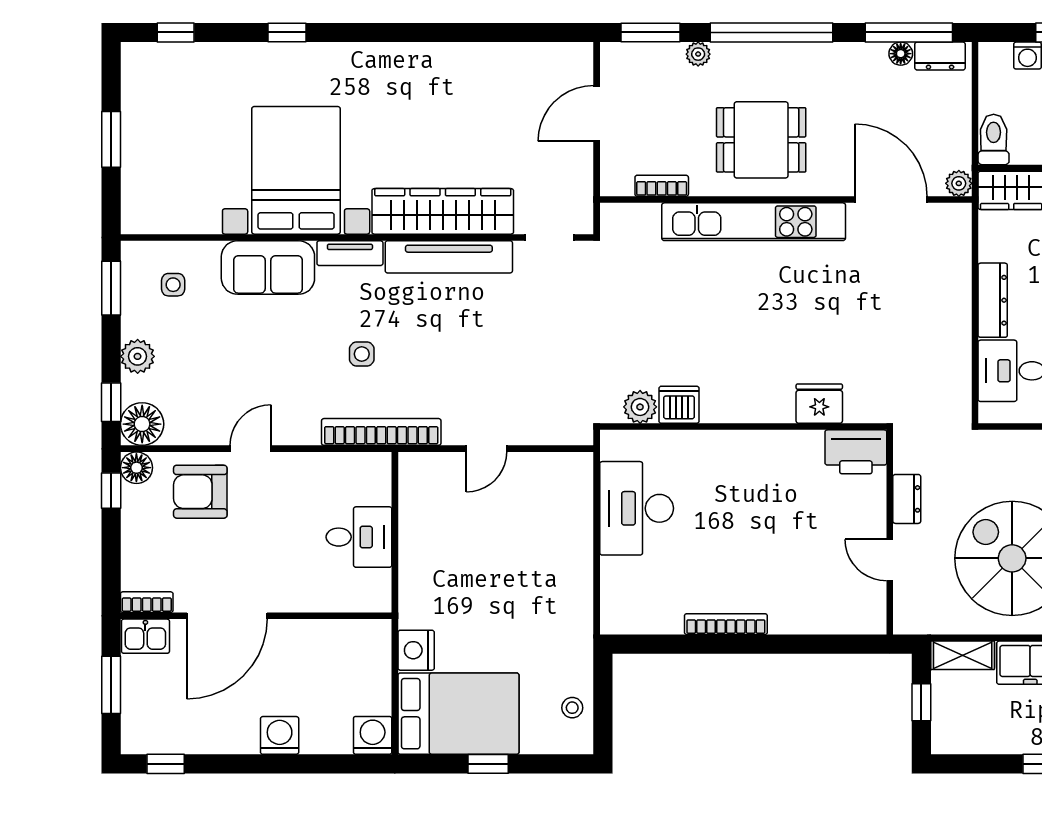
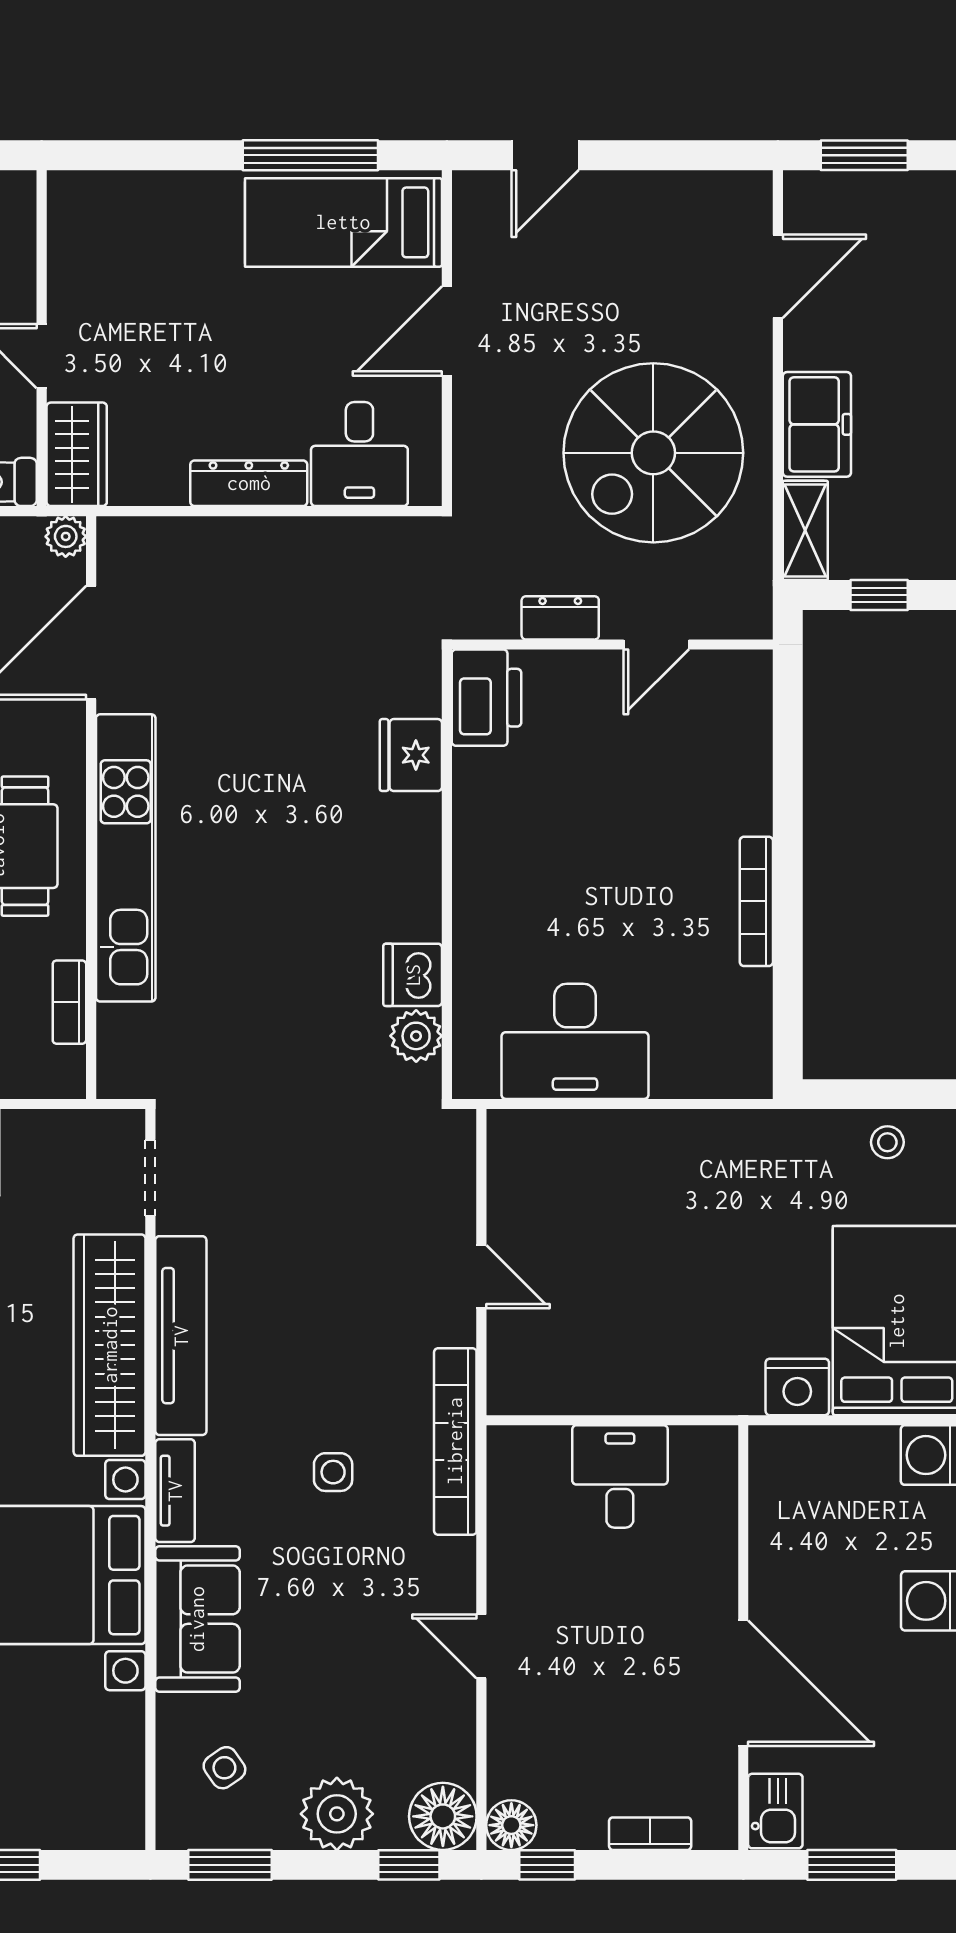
side table: (173, 285) -> (224, 1768), turned -35
plant: (138, 356) -> (337, 1814), width x1.36, depth x1.36
armchair: (200, 492) -> (549, 1725), removed
bookcase: (147, 602) -> (650, 1834), moved, turned 90

